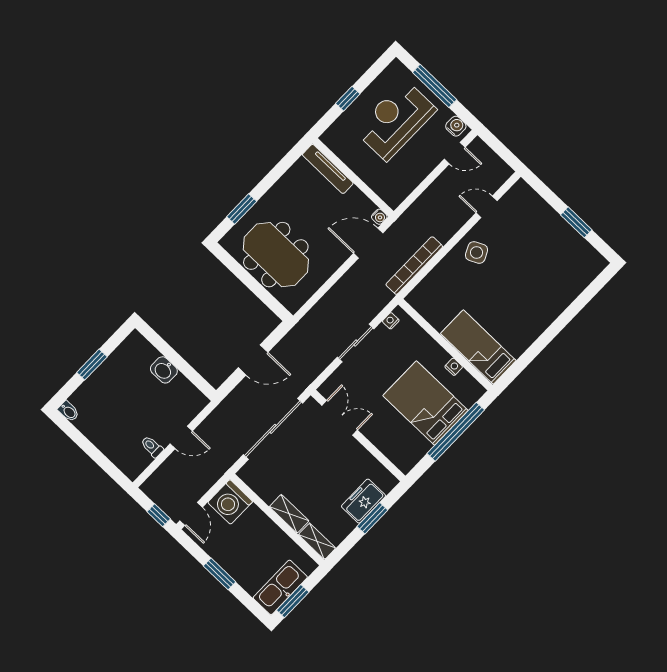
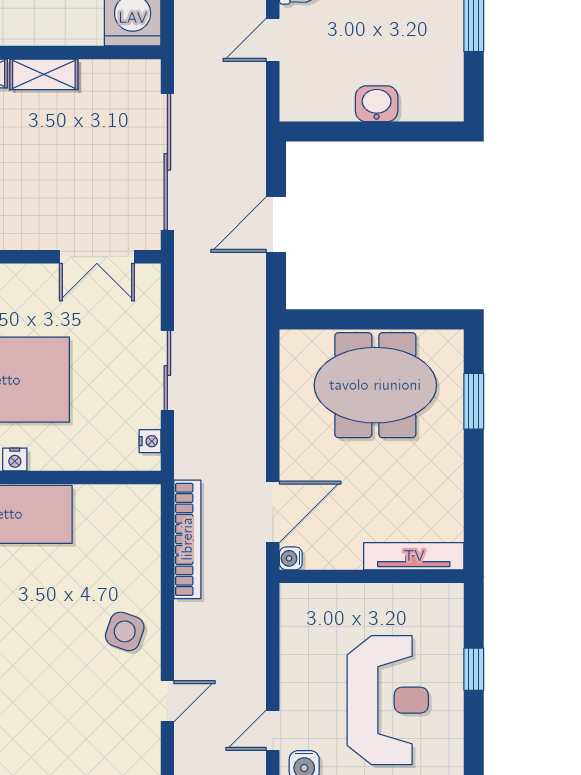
side table: (477, 252) -> (125, 631), turned 45

